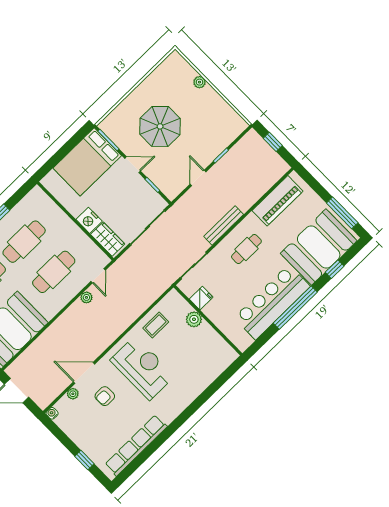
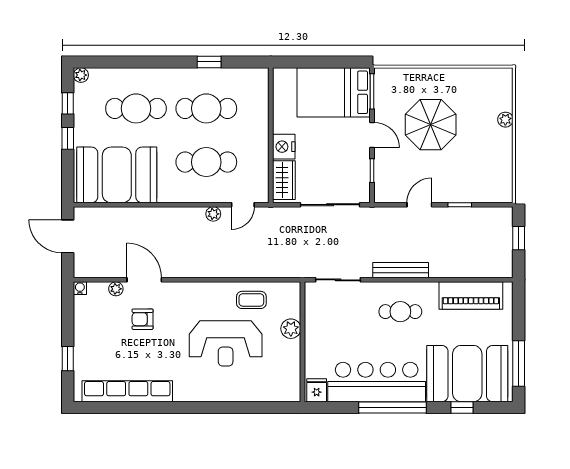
fridge: (201, 298) -> (317, 390), moved, turned -90
reception desk: (142, 368) -> (226, 343), moved, turned 90

